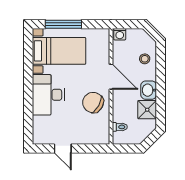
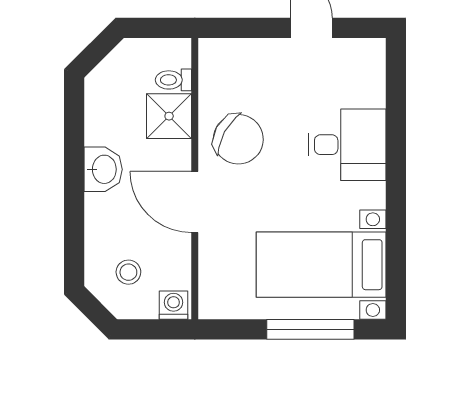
stool: (145, 59) -> (128, 272), moved
desk: (48, 95) -> (347, 145), width x0.73
shower: (147, 110) -> (169, 116), moved

